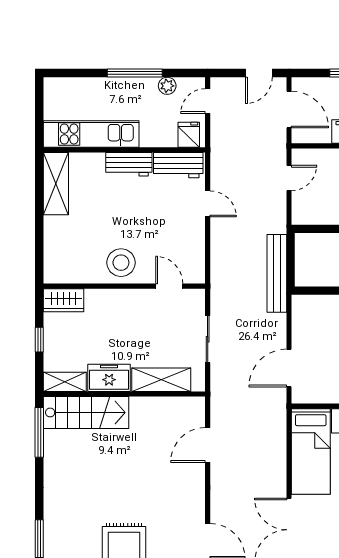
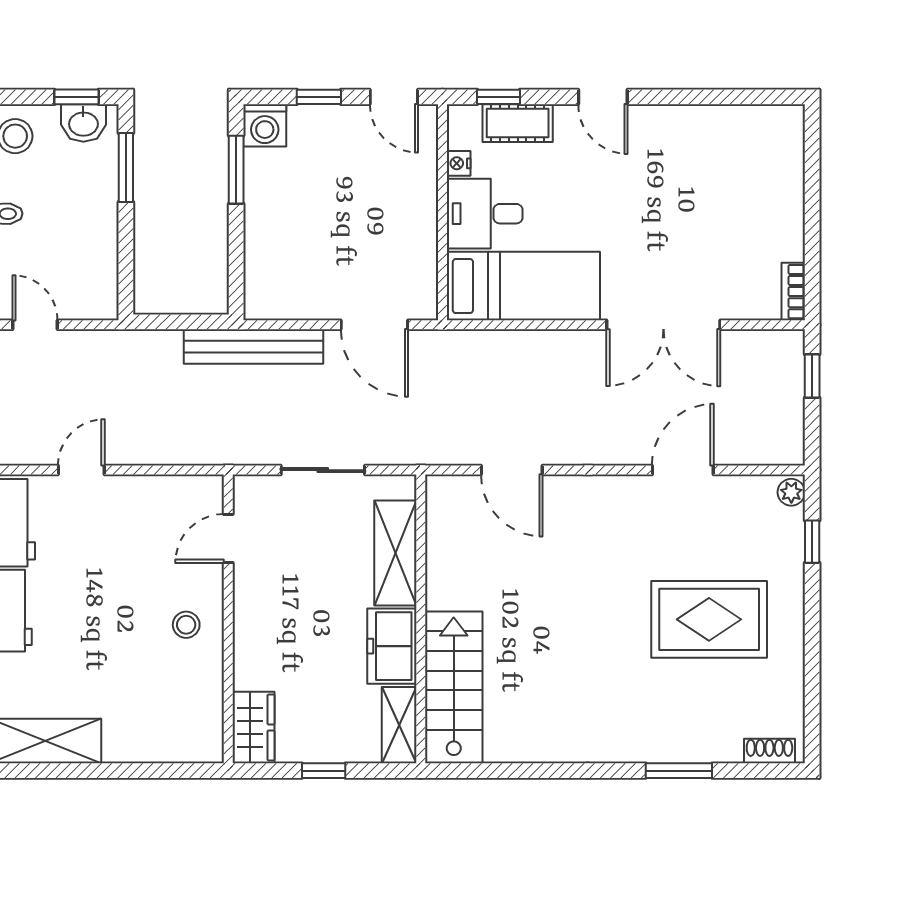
stool: (121, 263) -> (186, 625), width x0.53, depth x0.53
bench: (277, 273) -> (254, 346), moved
window: (39, 432) -> (489, 771), removed

